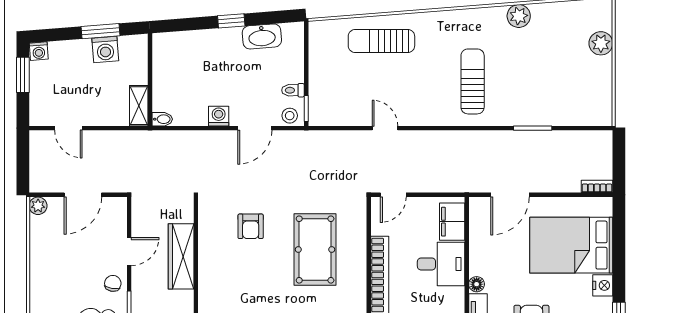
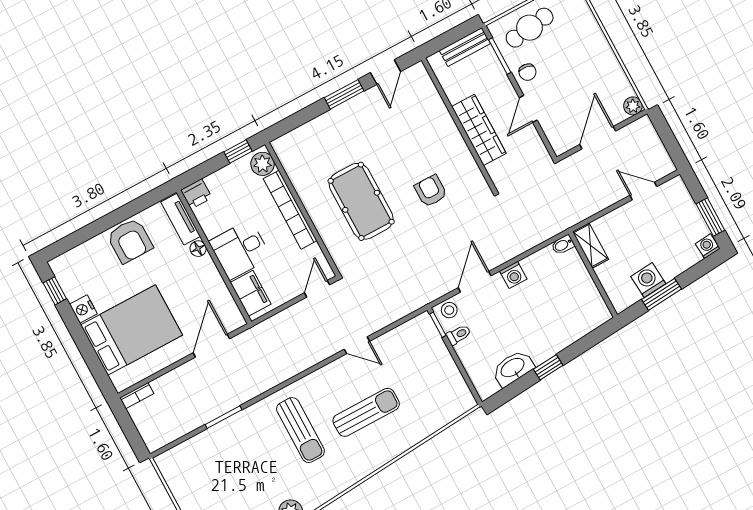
sun lounger: (381, 41) -> (366, 412), moved

